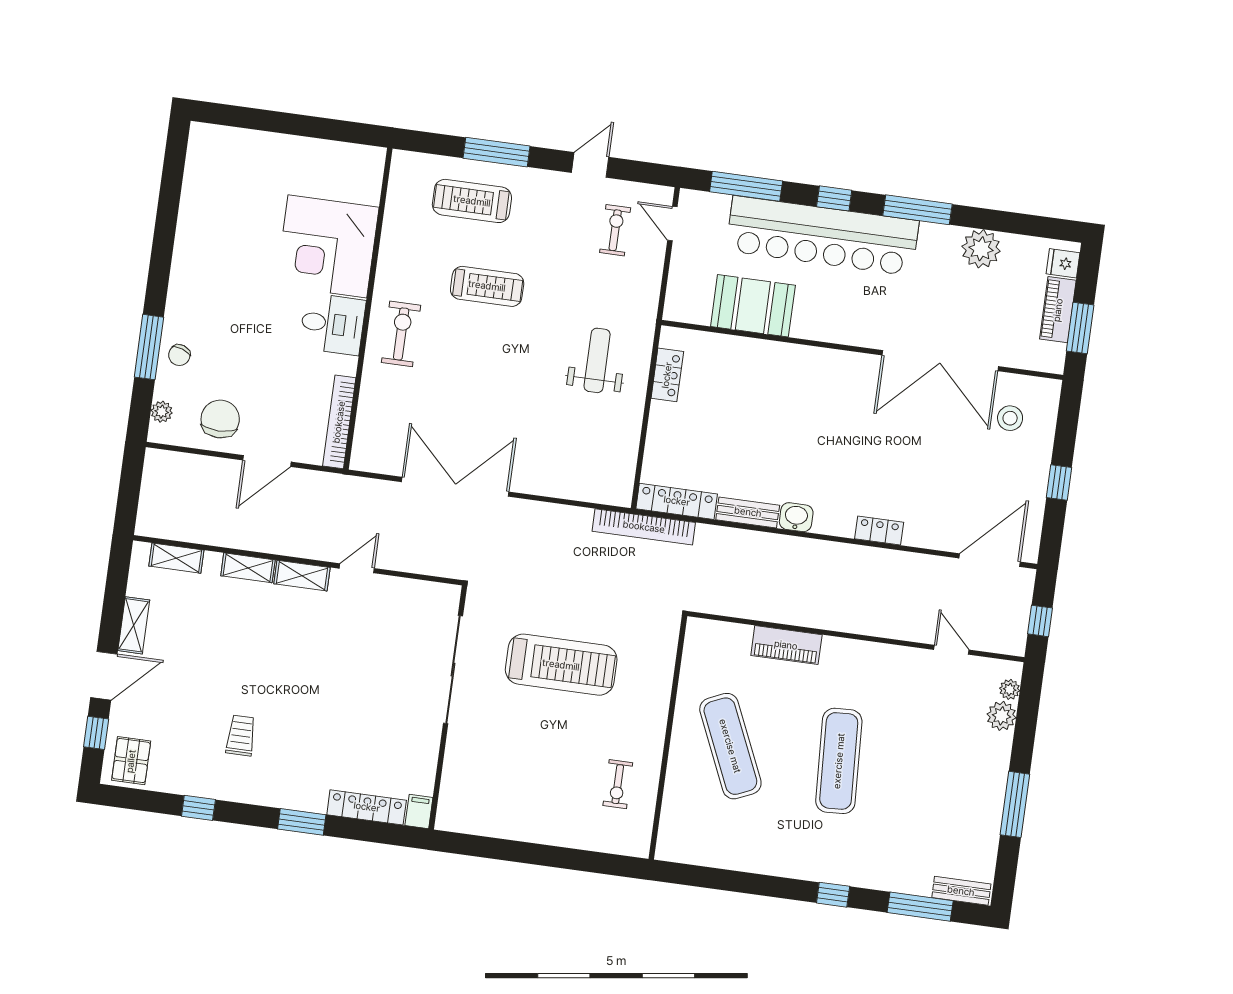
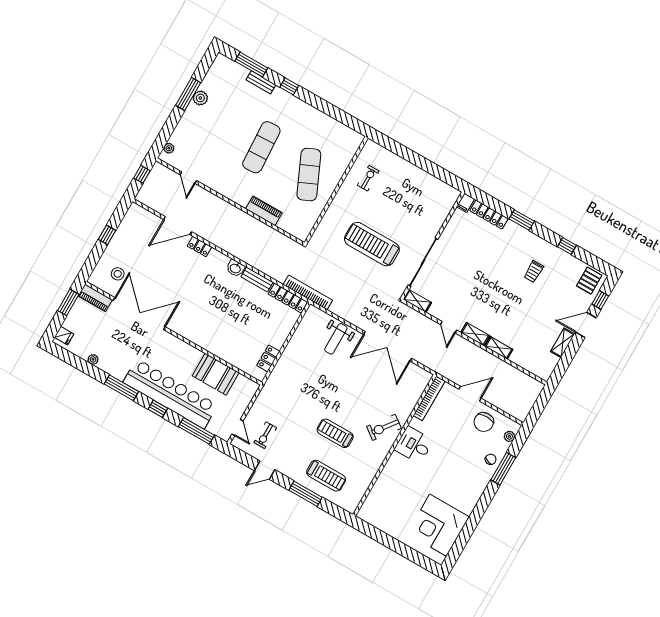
corner desk: (327, 246) -> (438, 525), moved, turned 180
plant: (981, 249) -> (93, 359), width x0.53, depth x0.53
piano: (1058, 310) -> (95, 298), moved, turned 90
exercise bike: (401, 334) -> (384, 427), turned 37
weight bench: (597, 360) -> (336, 339), moved
shelving: (176, 558) -> (417, 301), moved
door: (990, 560) -> (178, 226), moved
door: (357, 568) -> (449, 327), hinge flipped
plant: (1001, 716) -> (200, 98), moved
bench: (961, 891) -> (261, 82), moved

